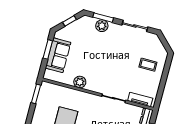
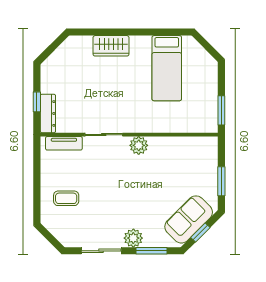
plant: (102, 26) -> (133, 238), moved
sofa: (58, 55) -> (189, 219), moved, turned 45
plant: (80, 82) -> (139, 145), moved

